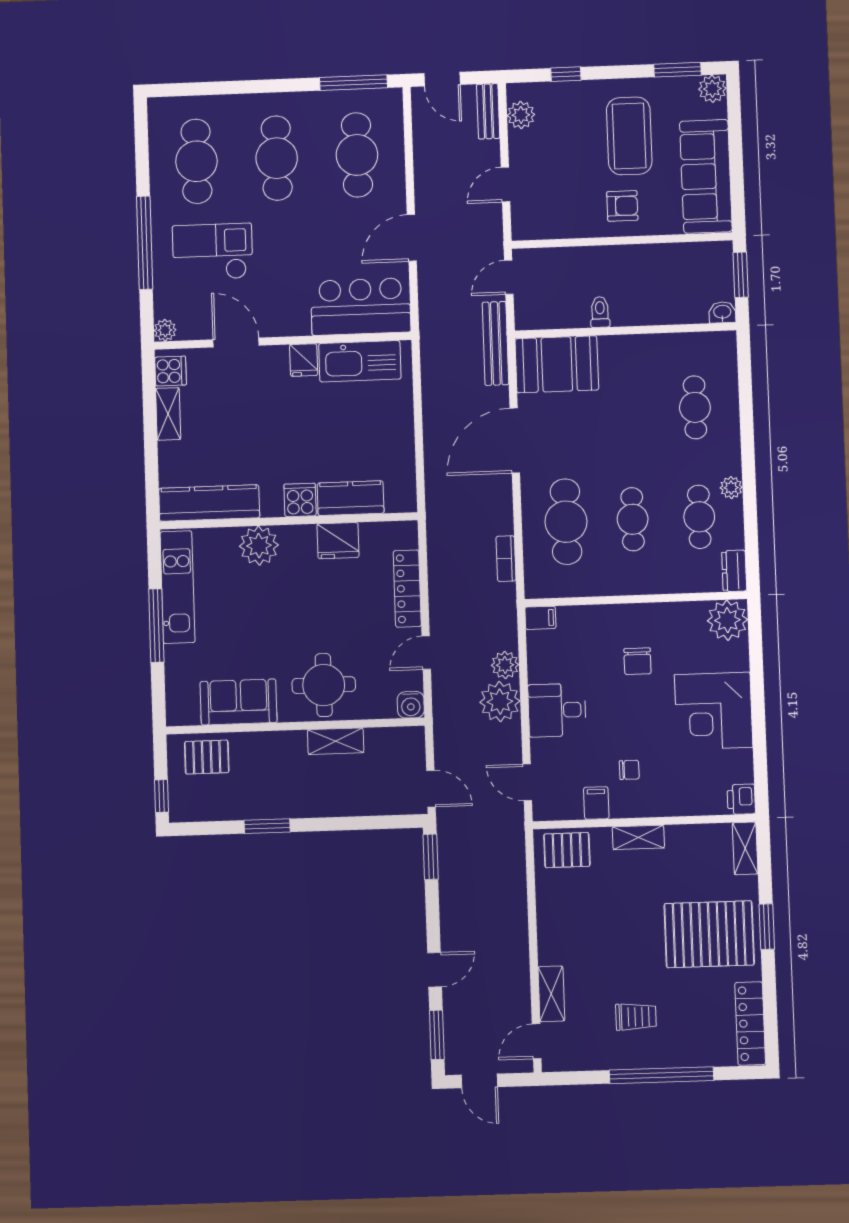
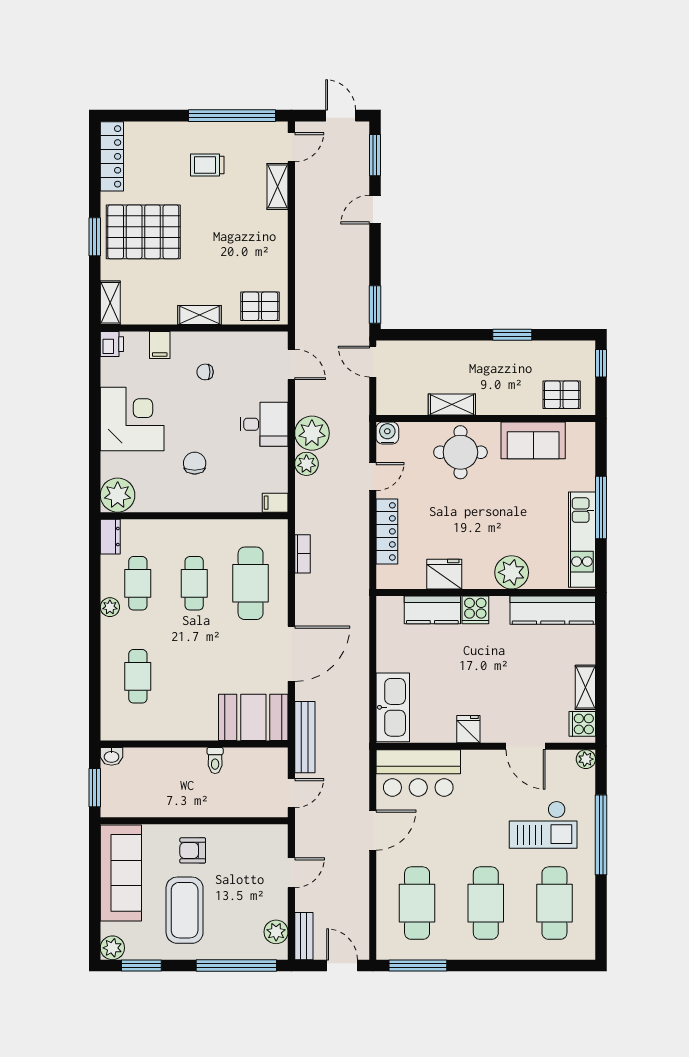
window: (566, 74) -> (236, 965), width x3.17
kitchen sink: (360, 361) -> (393, 707), moved, turned 90
filing cabinet: (596, 803) -> (160, 345), moved
window: (661, 1075) -> (232, 116), moved

